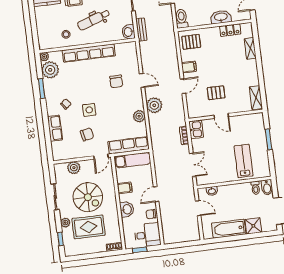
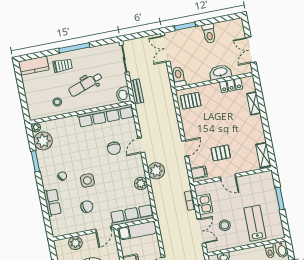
row of seats: (89, 53) -> (106, 116), moved
filing cabinet: (189, 67) -> (199, 173), moved
door: (142, 80) -> (141, 145), swing flipped
kitchen sink: (196, 129) -> (204, 204), moved
stool: (215, 161) -> (225, 225), added

